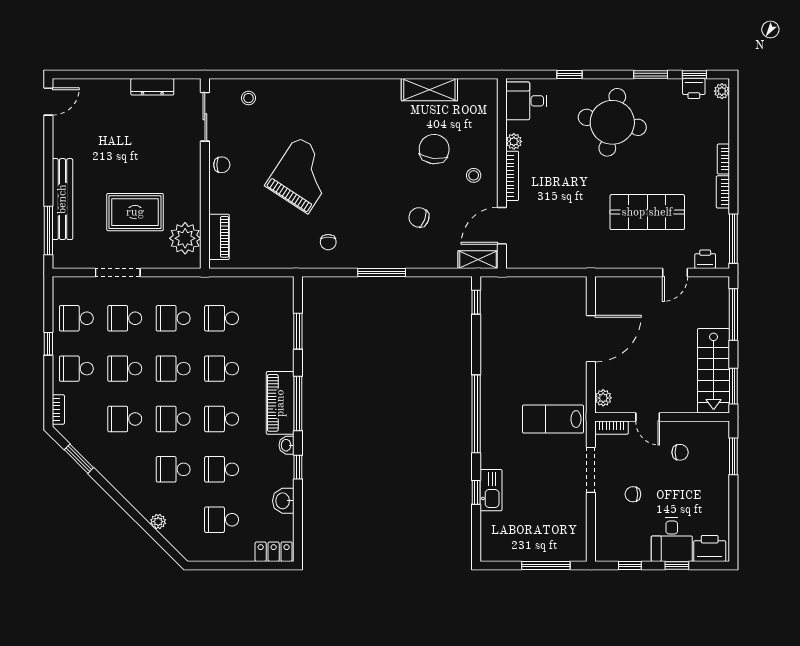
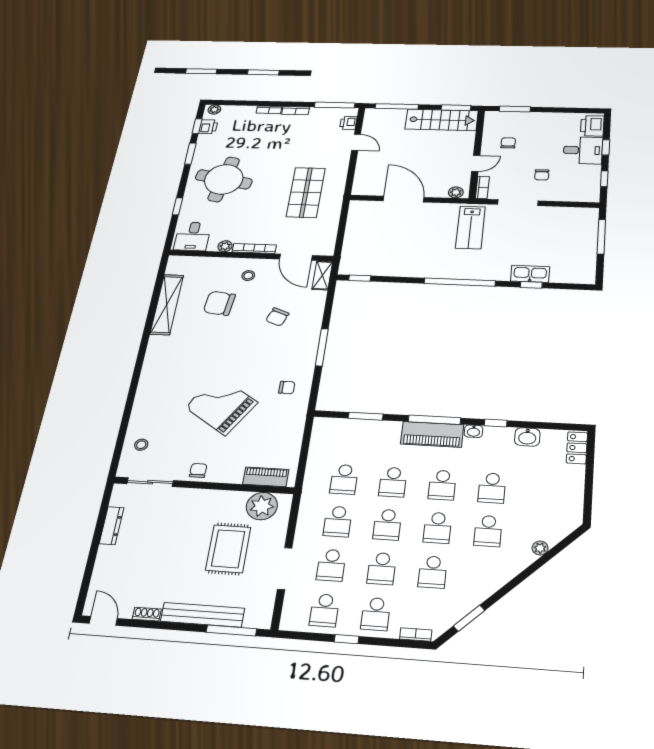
shelving: (429, 90) -> (167, 304), width x1.47
shoe rack: (59, 143) -> (147, 614), added
shop shelf: (647, 212) -> (306, 192), moved
school desk: (222, 520) -> (542, 491), removed

